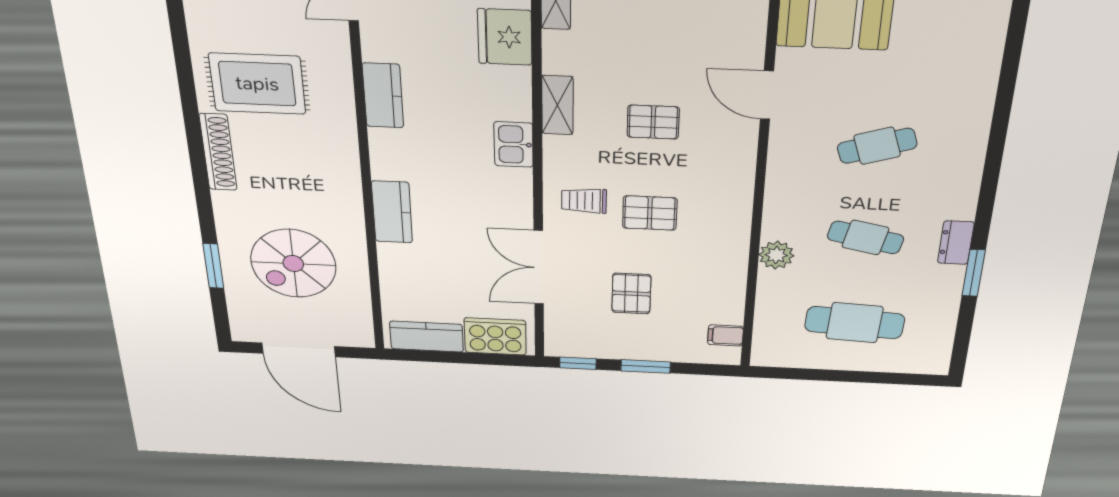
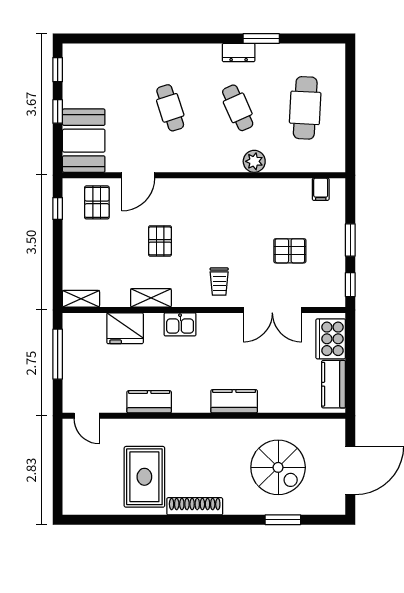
fridge: (505, 37) -> (125, 328), moved
pallet: (650, 213) -> (97, 202), moved
cafe table: (865, 237) -> (238, 108), turned -36

